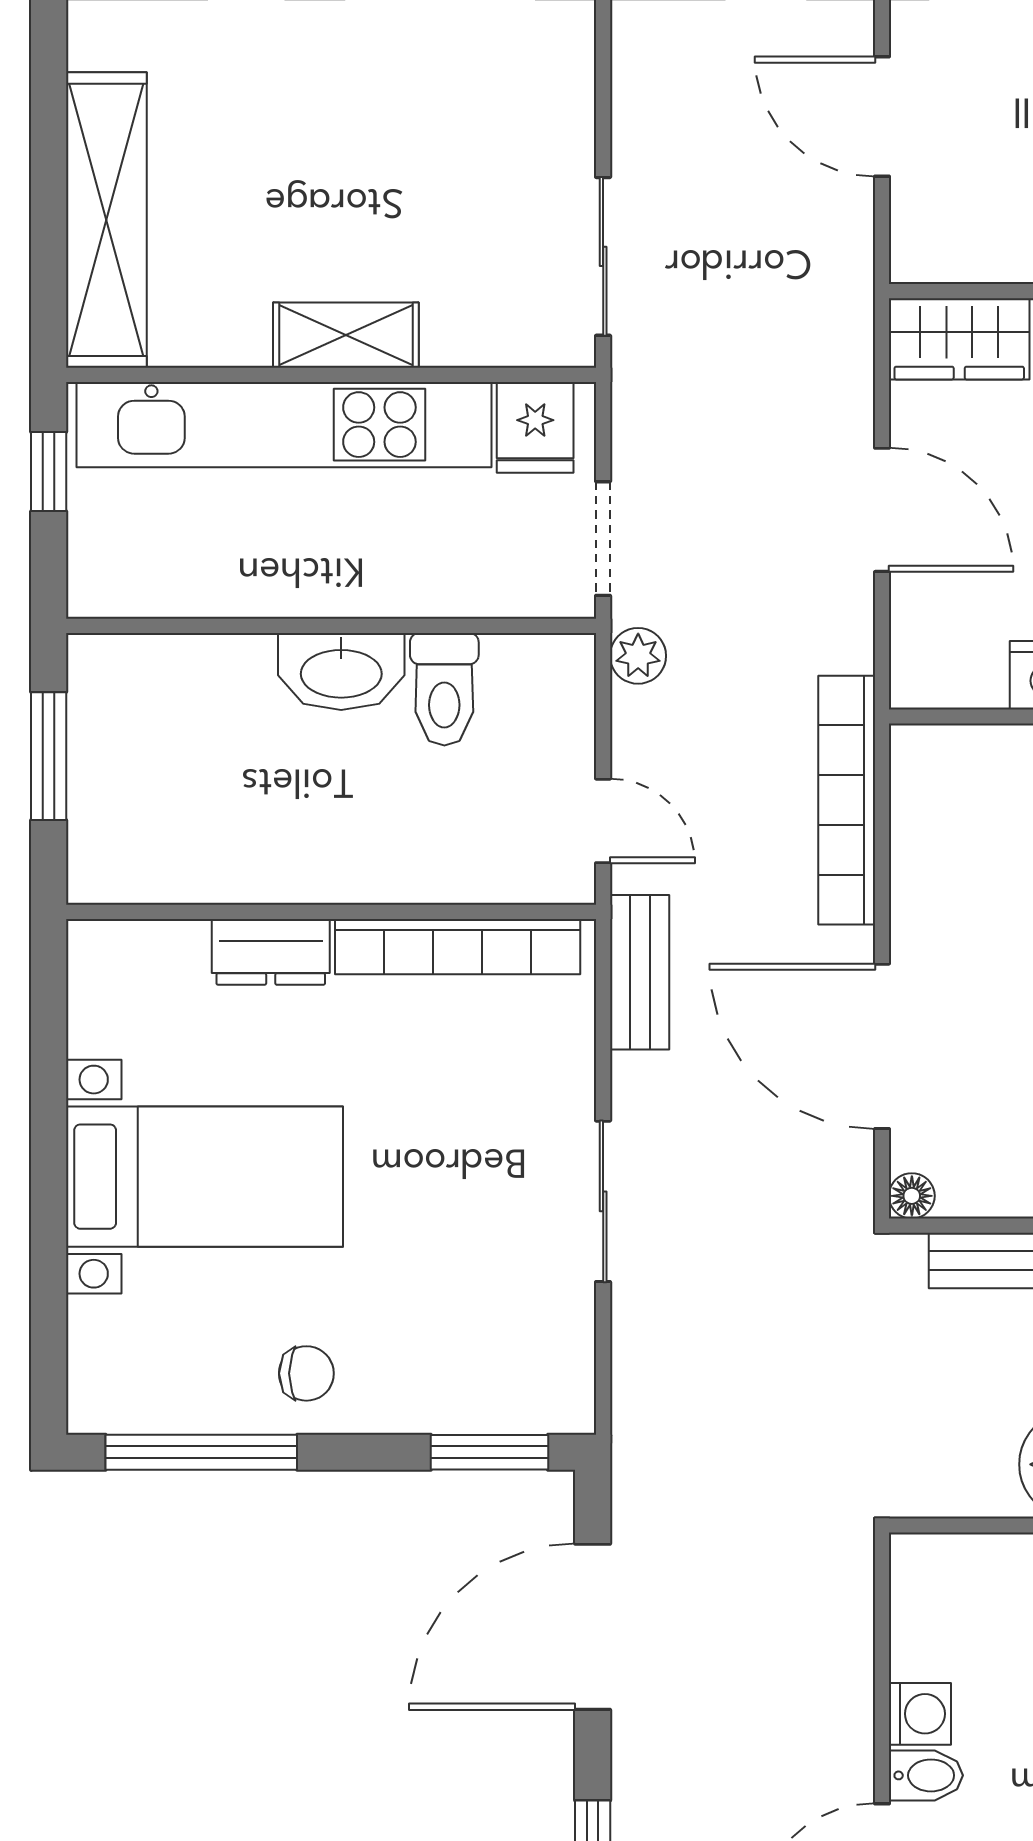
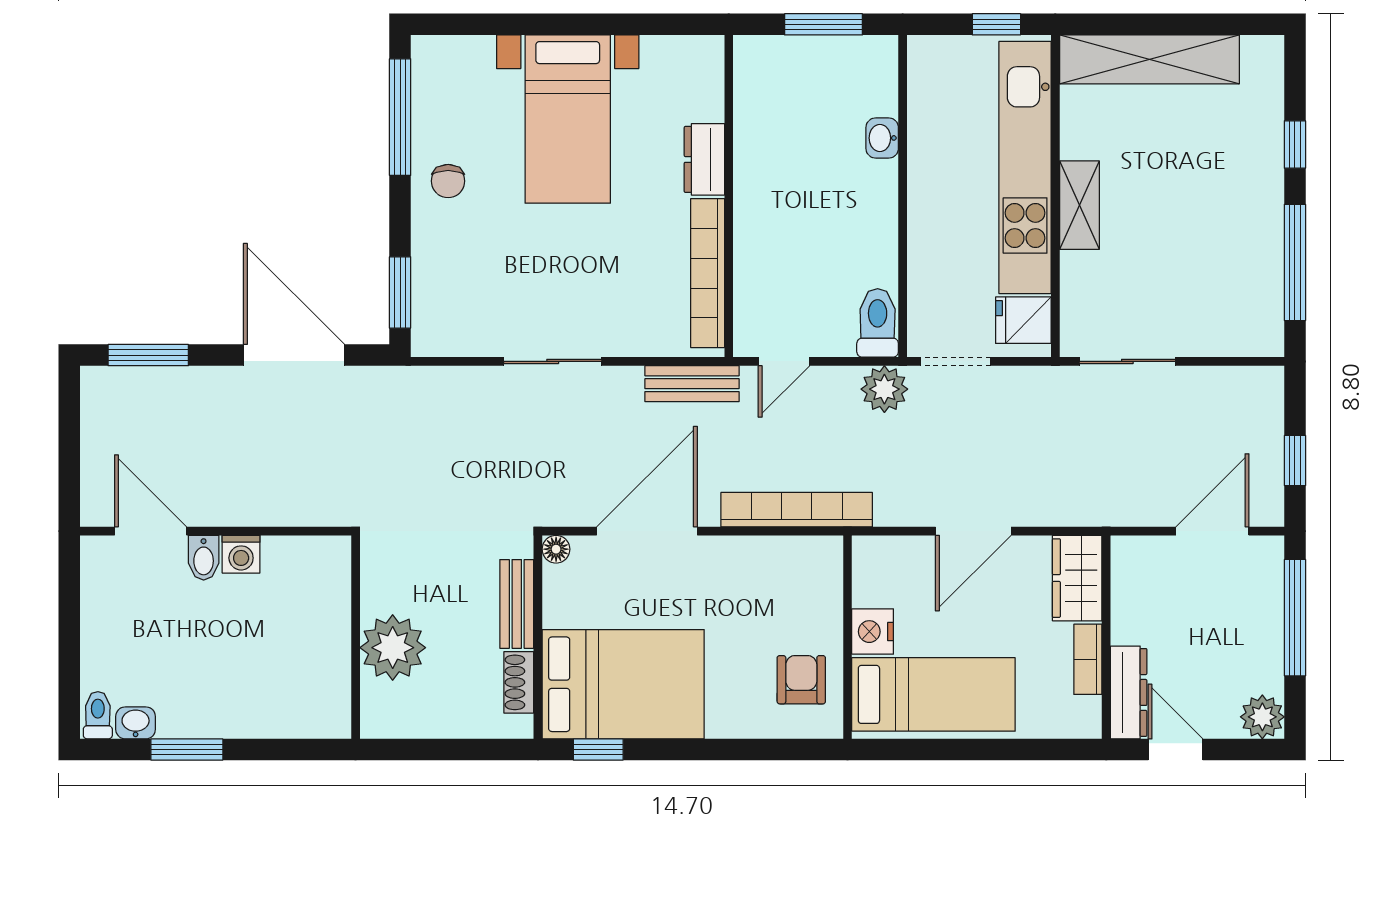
plant: (638, 656) -> (884, 389), width x1.38, depth x1.38
washbasin: (341, 671) -> (882, 138), moved, width x0.52, depth x0.69
toilet: (444, 689) -> (878, 323), moved, turned 90

